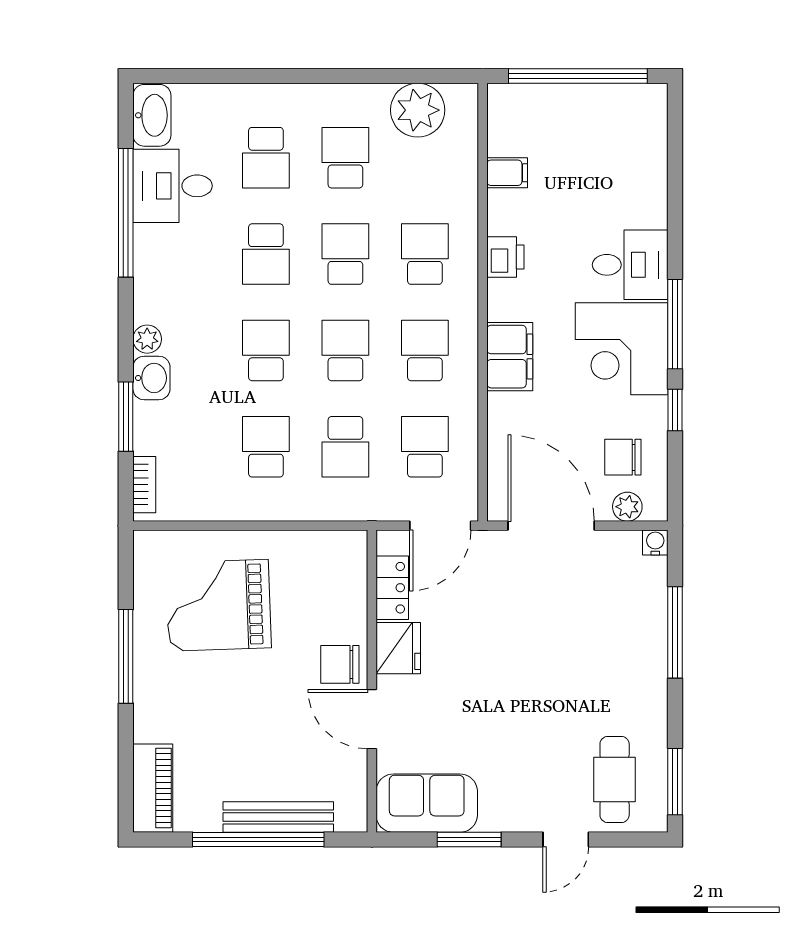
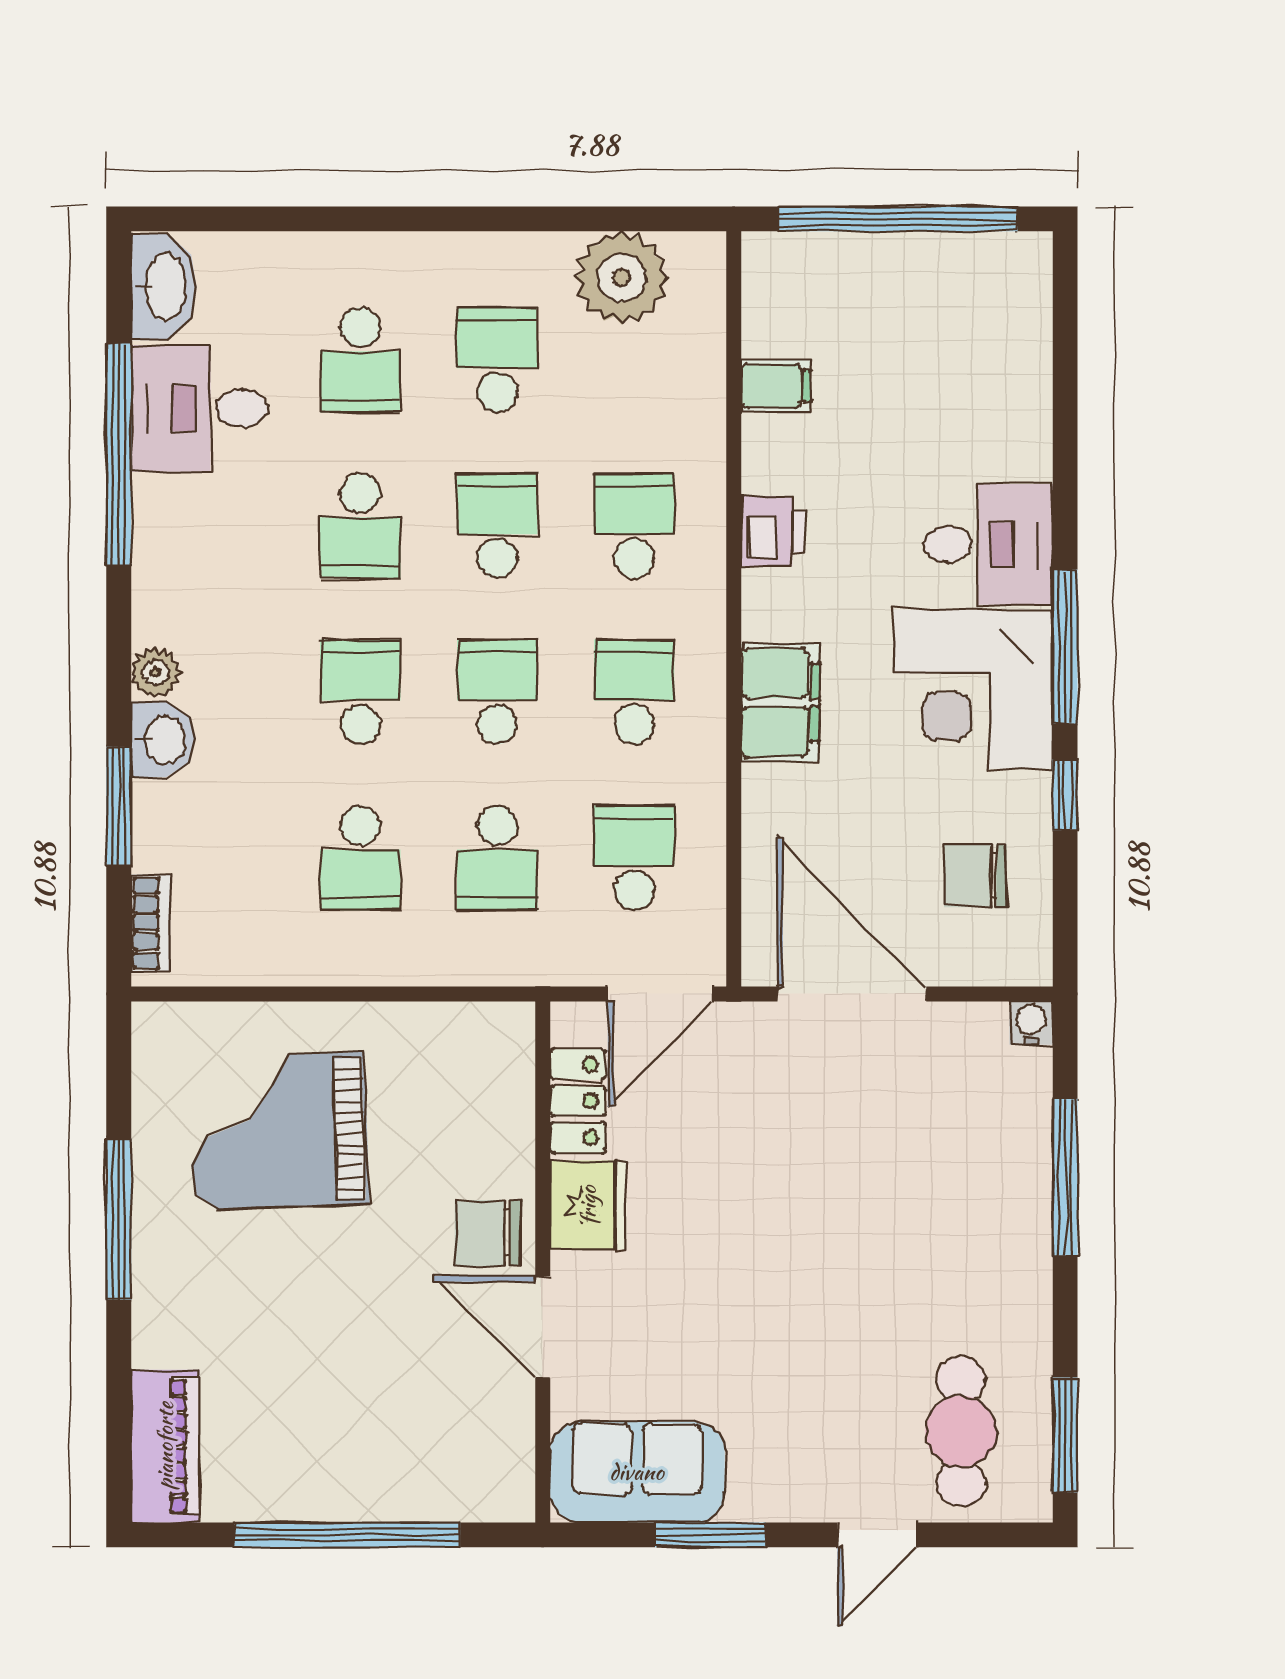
school desk: (266, 447) -> (360, 858), turned 180
plant: (627, 507) -> (983, 961), removed
bench: (278, 817) -> (381, 1496), removed

